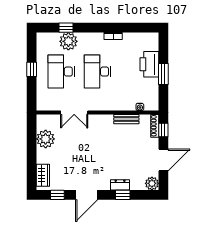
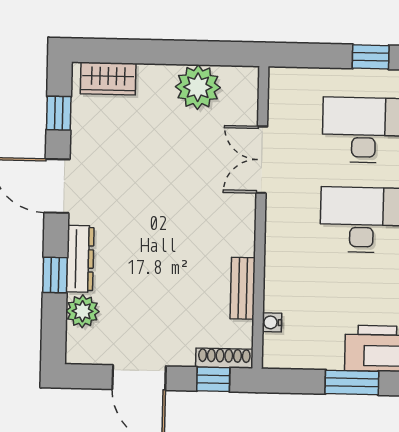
plant: (152, 183) -> (82, 311), moved
dresser: (120, 185) -> (80, 259), width x1.44

